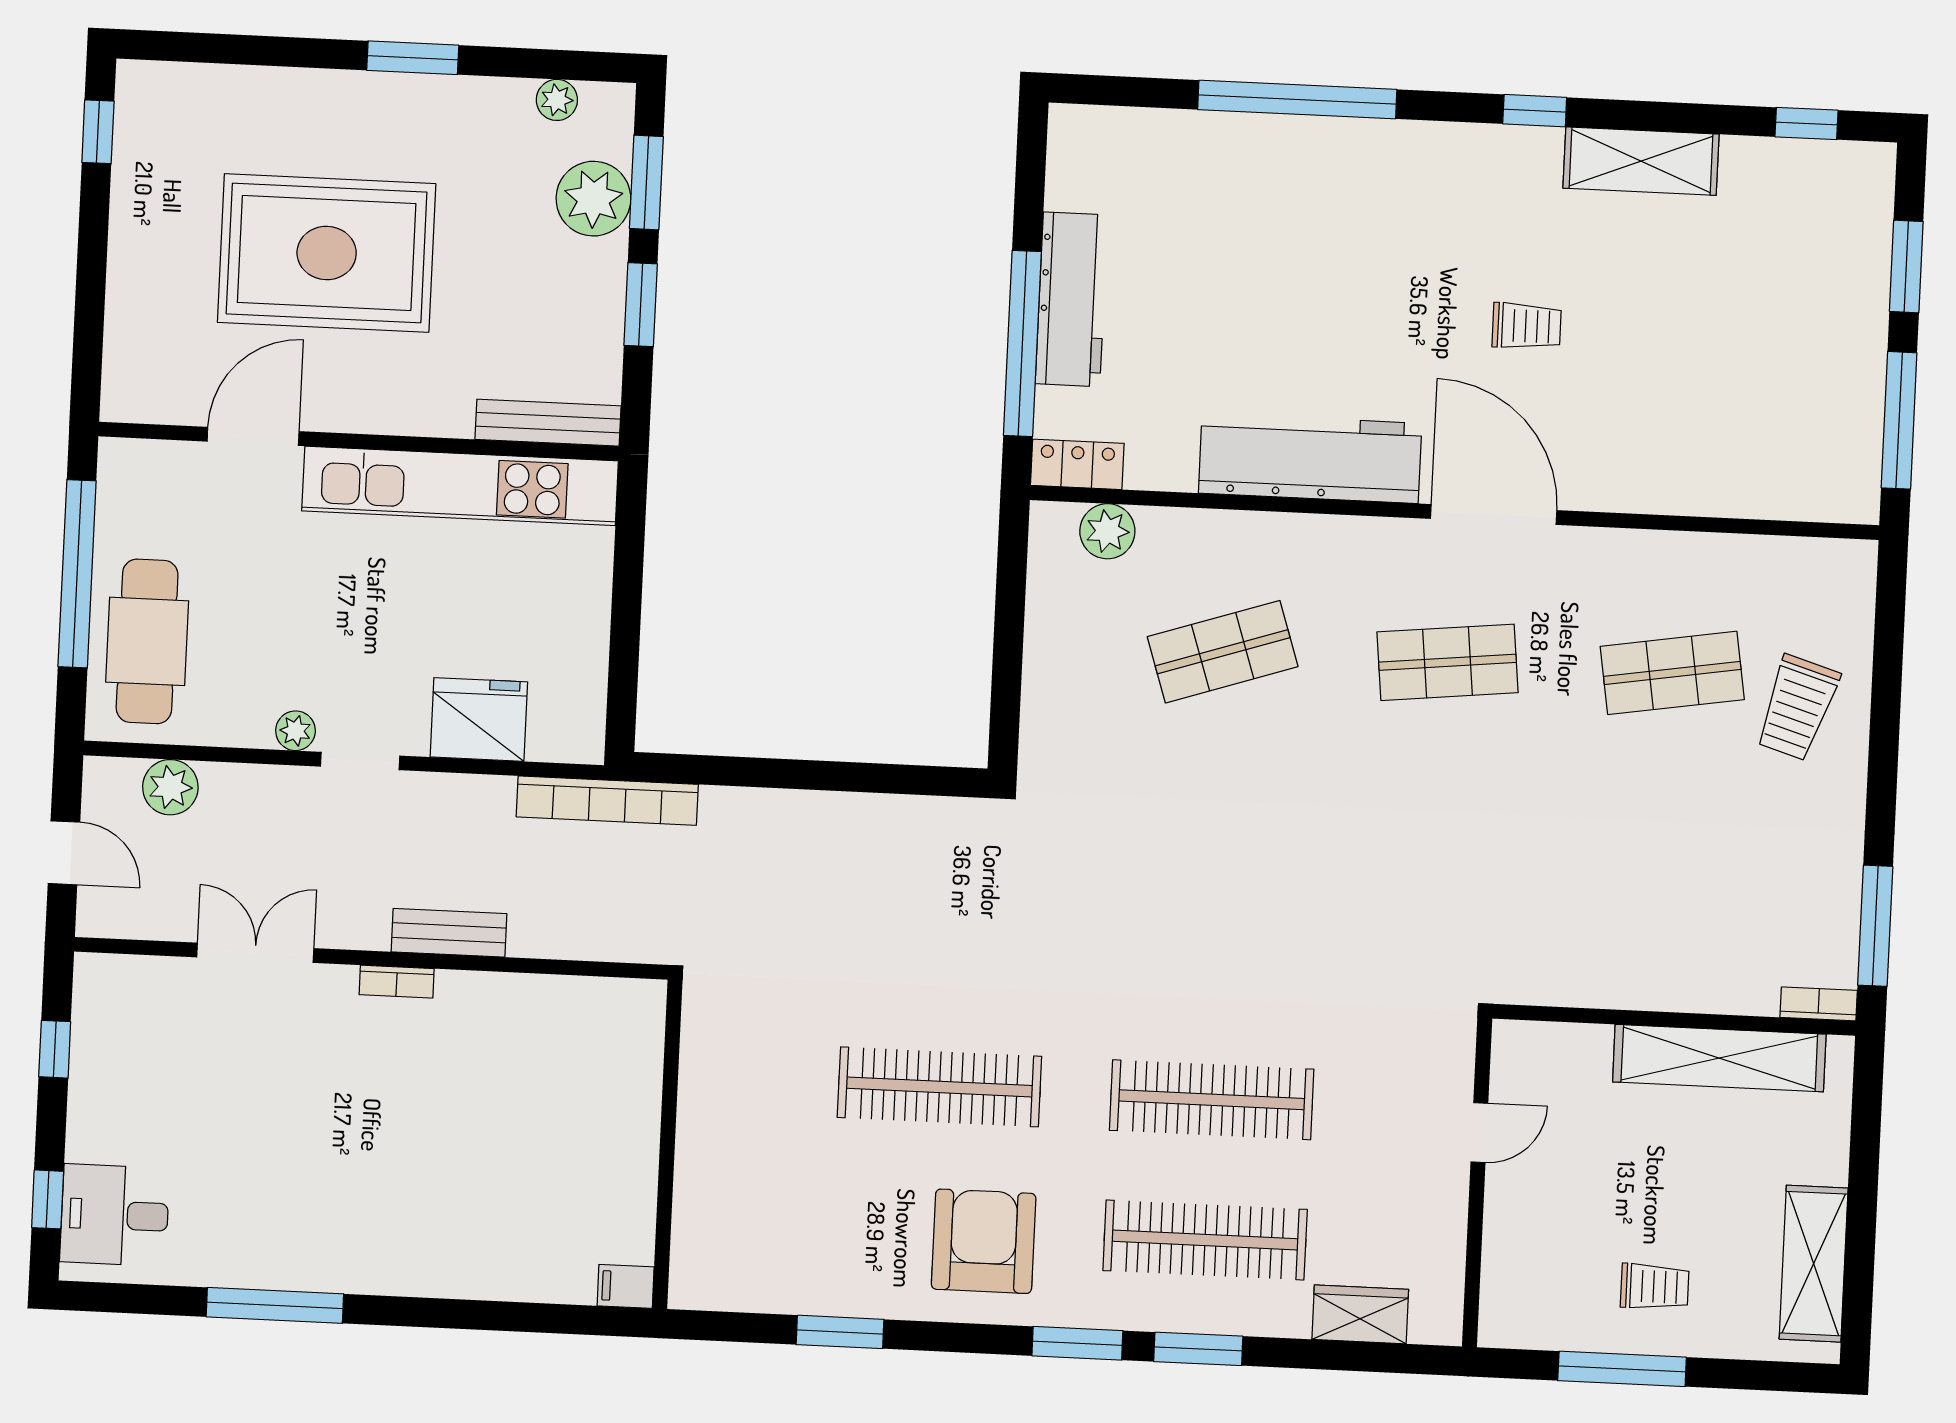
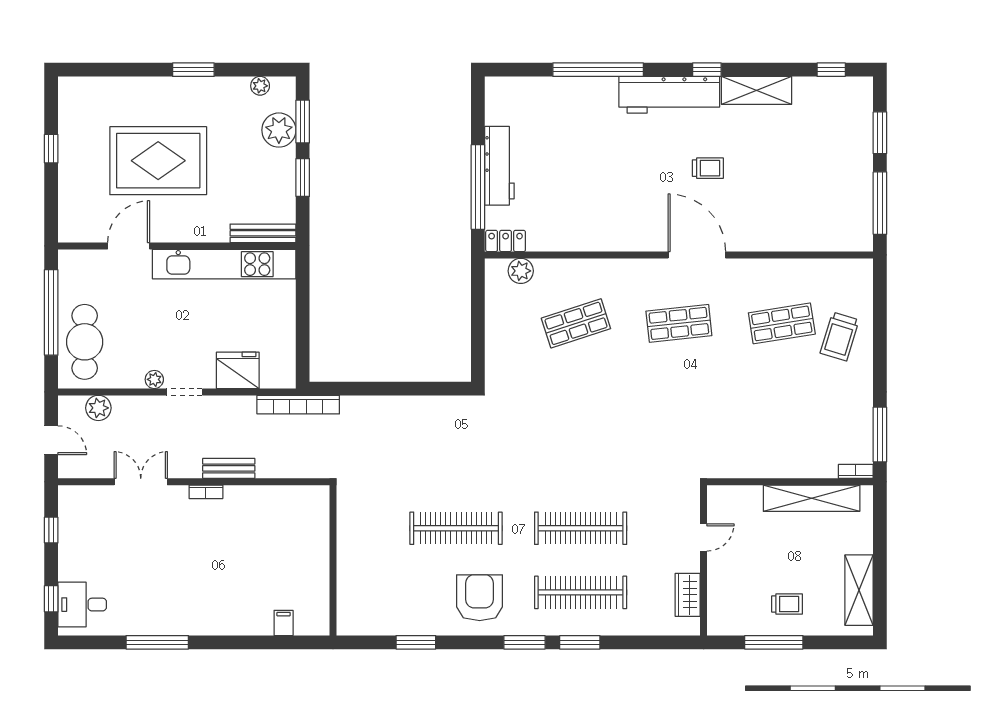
window: (98, 132) -> (51, 149), moved
workbench: (1310, 458) -> (669, 95), moved, turned 180
filing cabinet: (626, 1286) -> (284, 623), moved, turned 90
wardrobe: (1360, 1314) -> (688, 595), moved, turned -90

